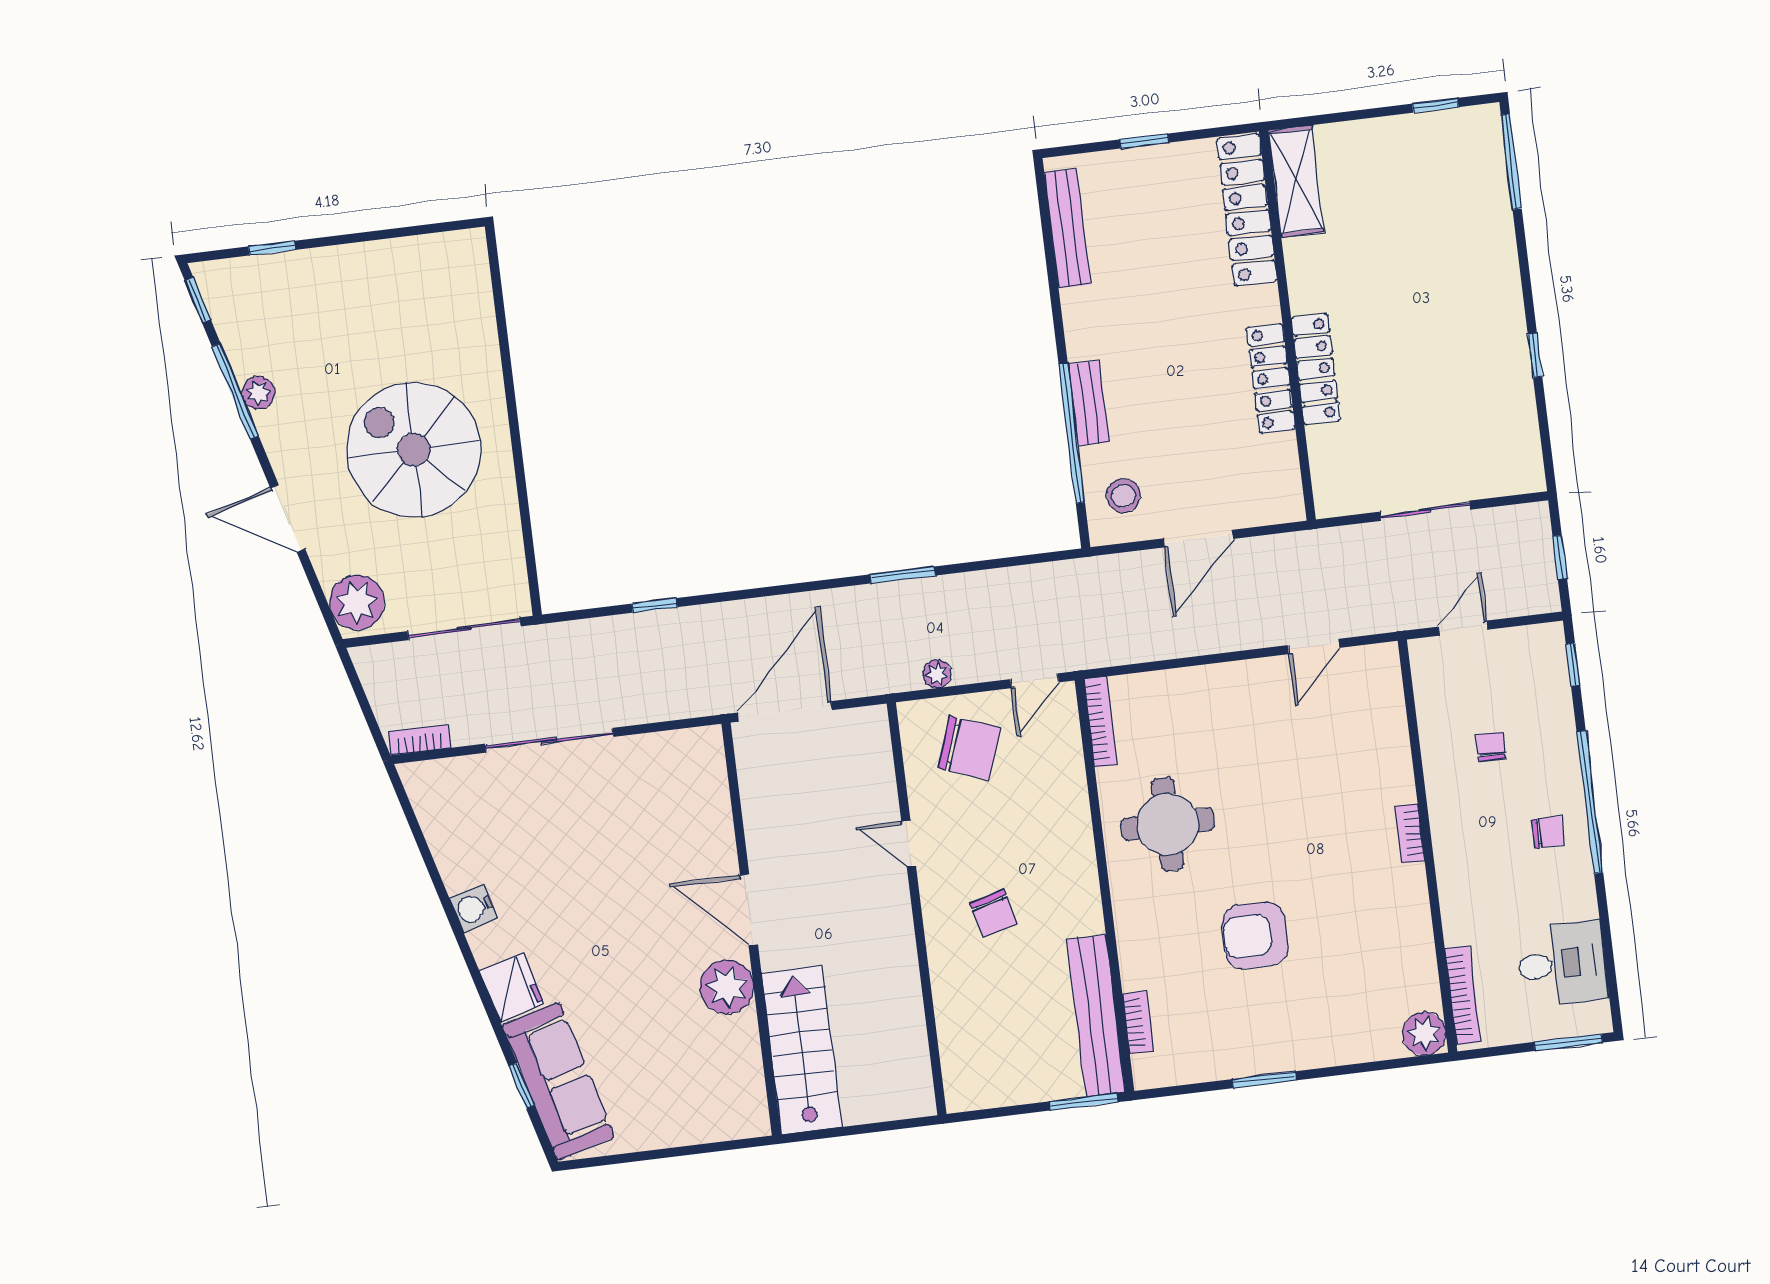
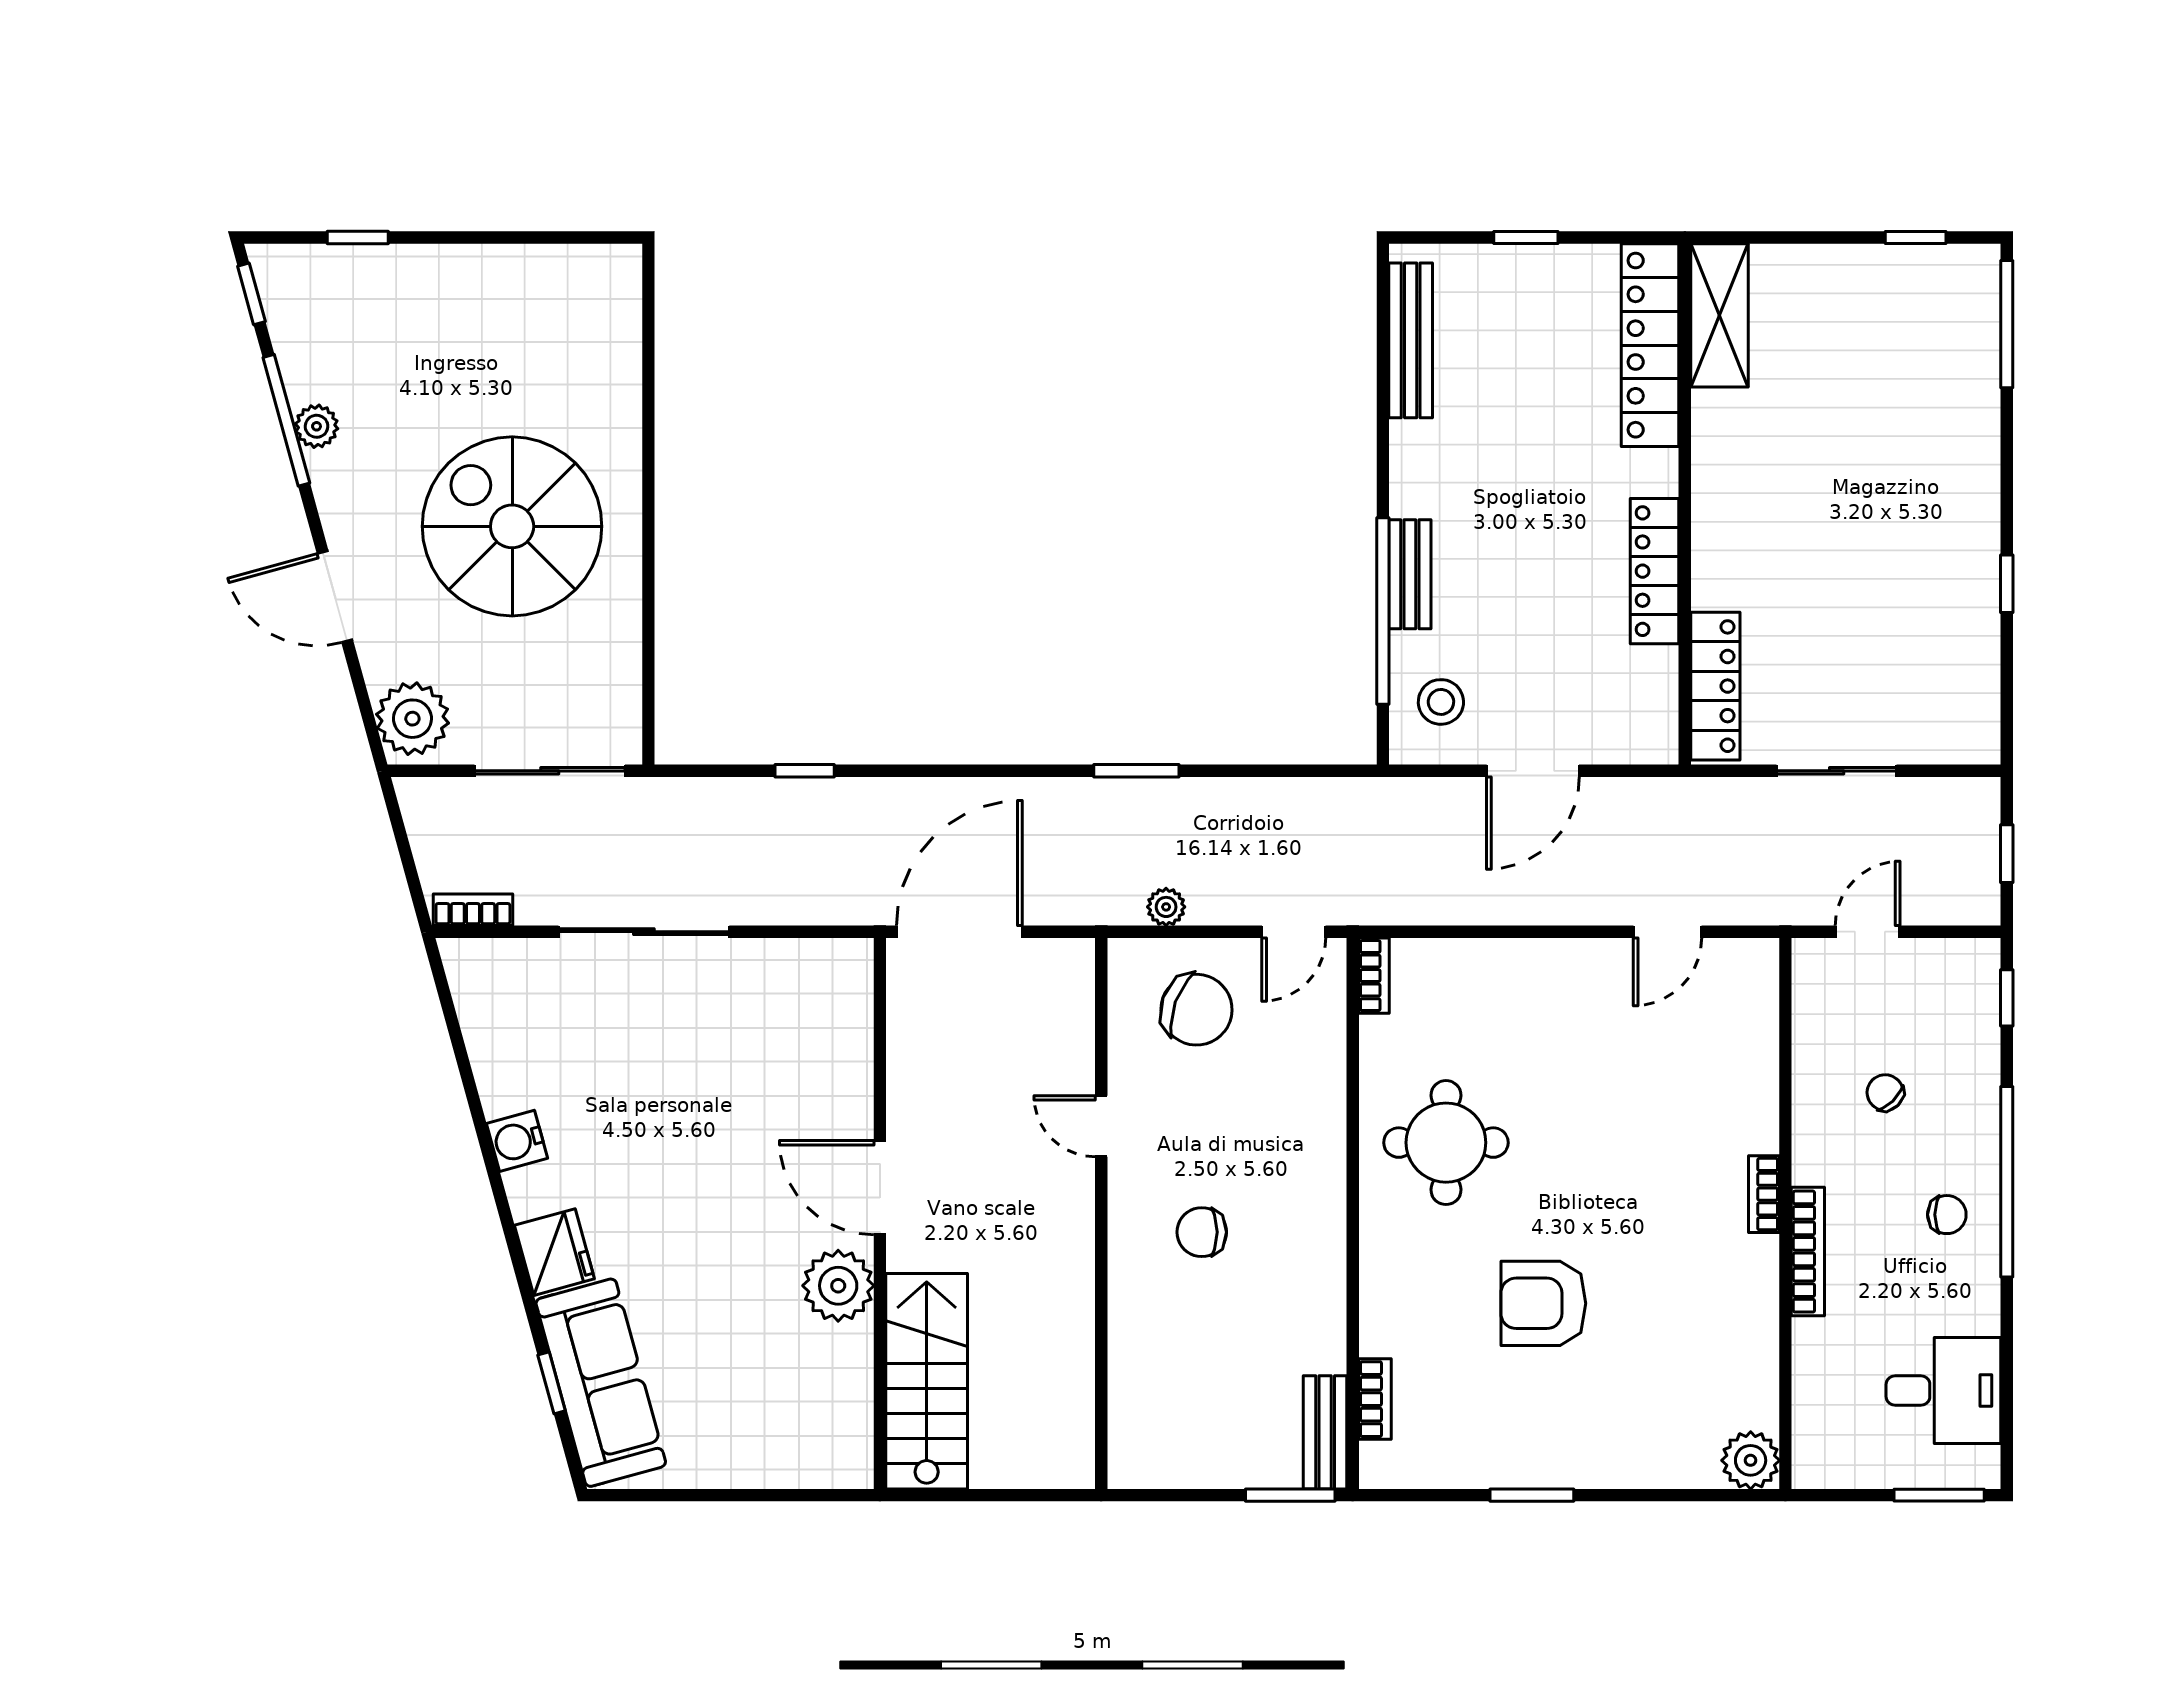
locker: (1316, 369) -> (1715, 686), moved
bookcase: (1100, 722) -> (1374, 976), width x0.64
chair: (1491, 747) -> (1885, 1093), turned -44
chair: (993, 914) -> (1202, 1232), turned 105
bookcase: (1463, 995) -> (1808, 1252), moved
bench: (1096, 1016) -> (1325, 1432), width x0.54, depth x0.82

